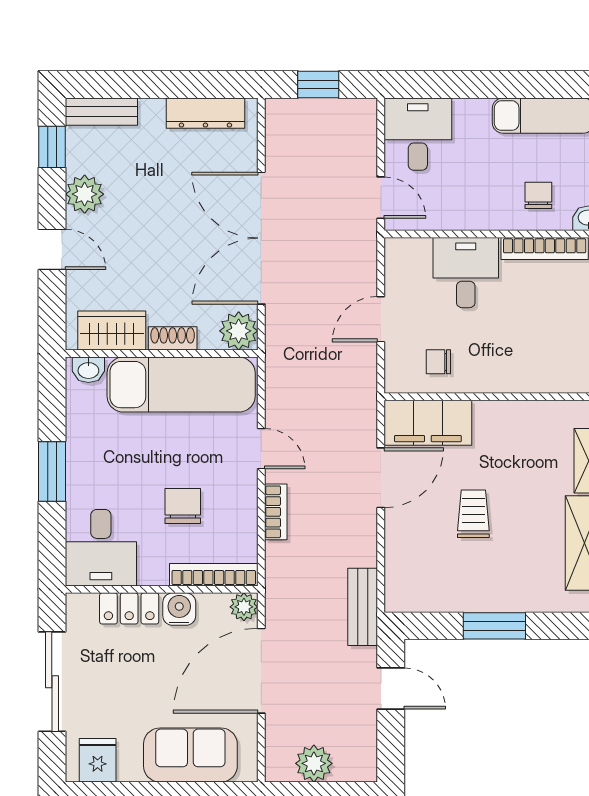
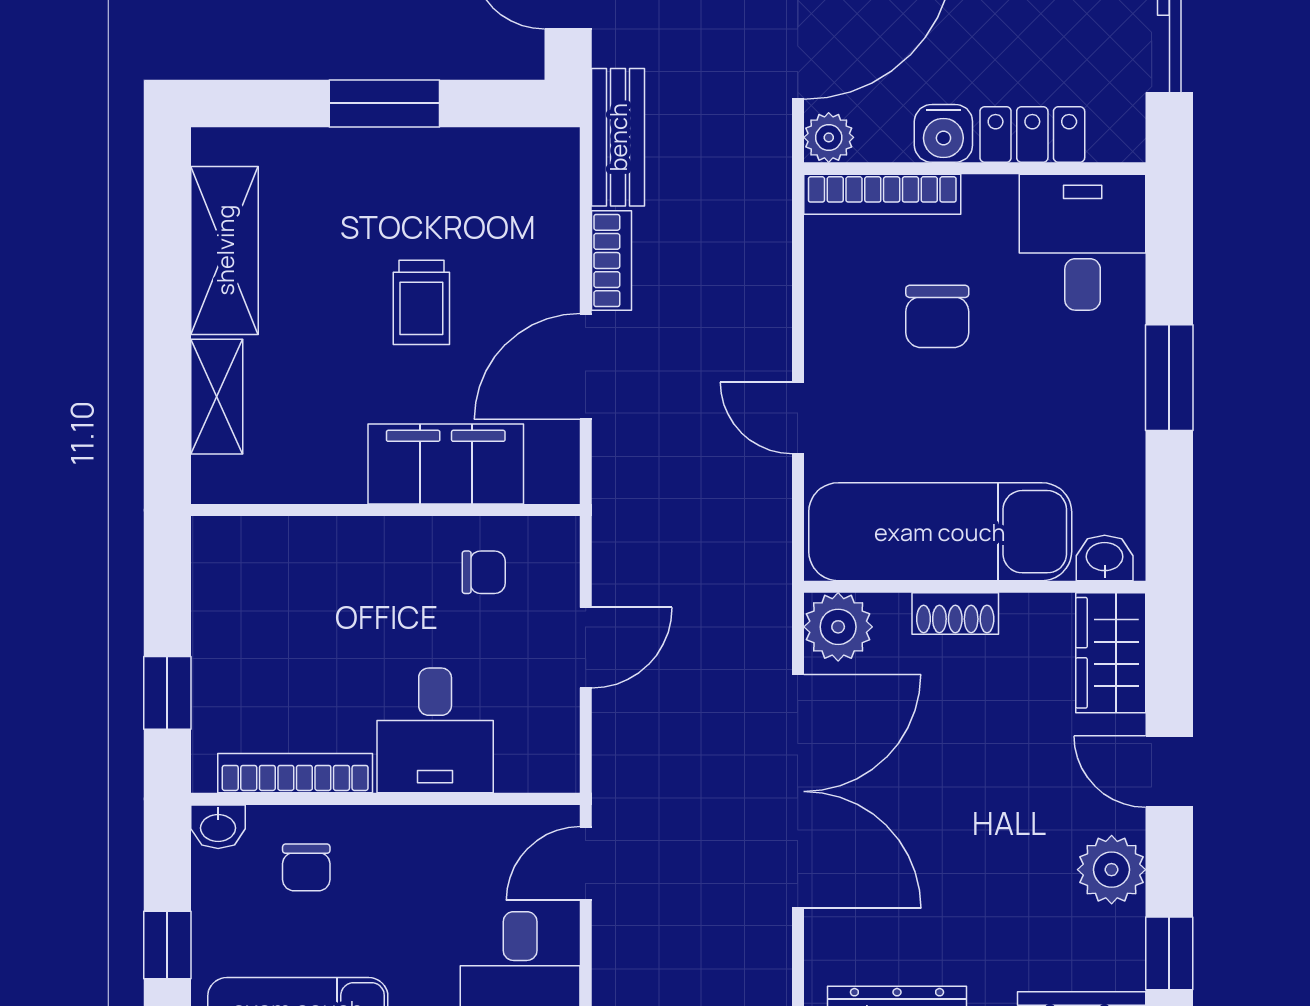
door: (381, 198) -> (586, 864), hinge flipped
wardrobe: (112, 331) -> (1111, 653), moved, turned 90
filing cabinet: (428, 423) -> (446, 464), moved
bookcase: (276, 512) -> (612, 260), moved, turned 180

